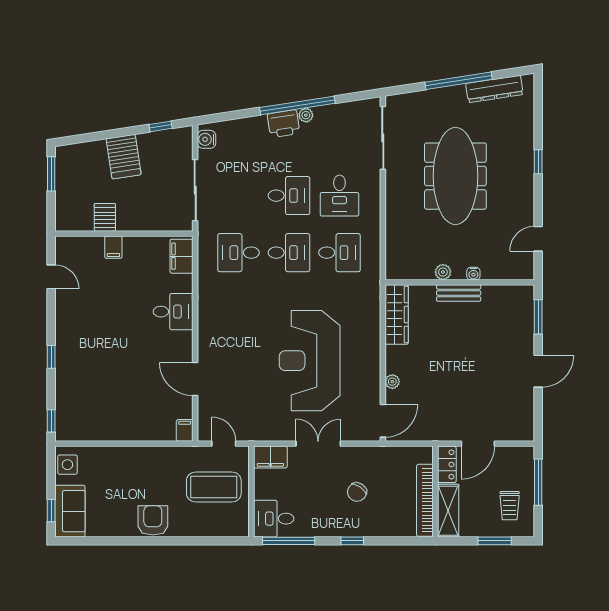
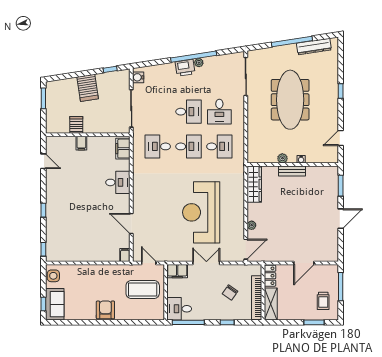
locker: (447, 464) -> (270, 276), moved
wall: (435, 492) -> (263, 292), moved
bookcase: (425, 500) -> (257, 298), moved
shelving: (448, 511) -> (271, 304), moved

